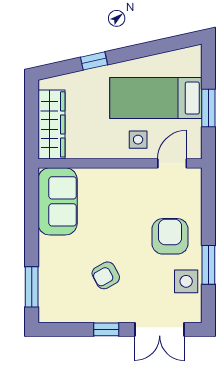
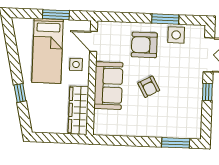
wardrobe: (51, 124) -> (78, 110), moved, turned -90
sofa: (58, 201) -> (108, 86), moved, turned 90
armchair: (106, 275) -> (149, 87), moved

